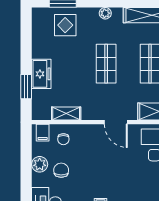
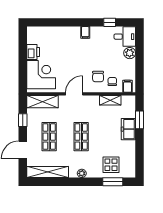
door: (116, 122) -> (74, 94), hinge flipped
plant: (40, 164) -> (130, 53), moved
chair: (61, 170) -> (98, 76), moved

